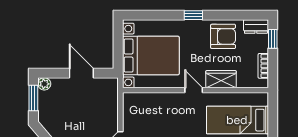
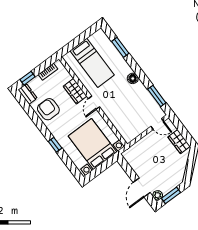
window: (193, 15) -> (55, 145), moved
door: (81, 73) -> (142, 187), moved

